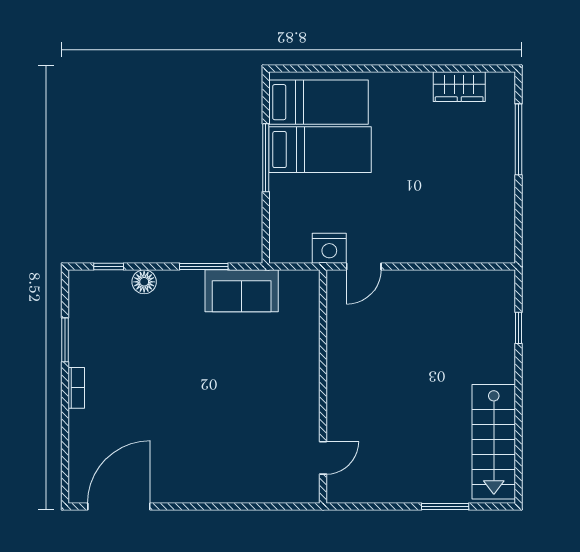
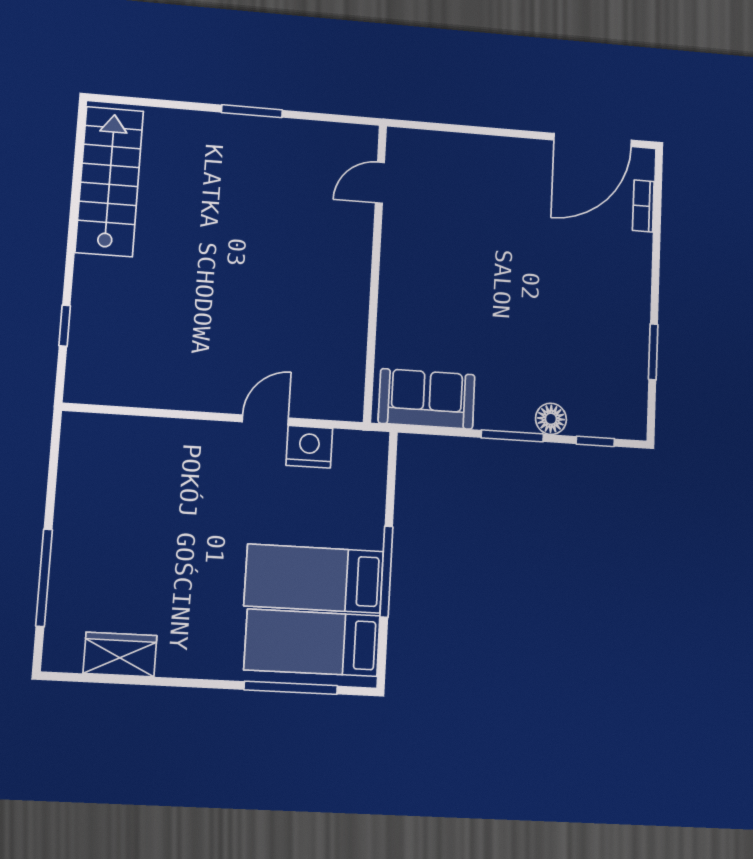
window: (333, 68) -> (291, 688), added
window: (204, 267) -> (512, 436), moved
wall: (323, 386) -> (375, 272), moved
bookcase: (76, 388) -> (643, 206), moved
door: (323, 458) -> (380, 183), moved
window: (445, 506) -> (252, 111), moved

